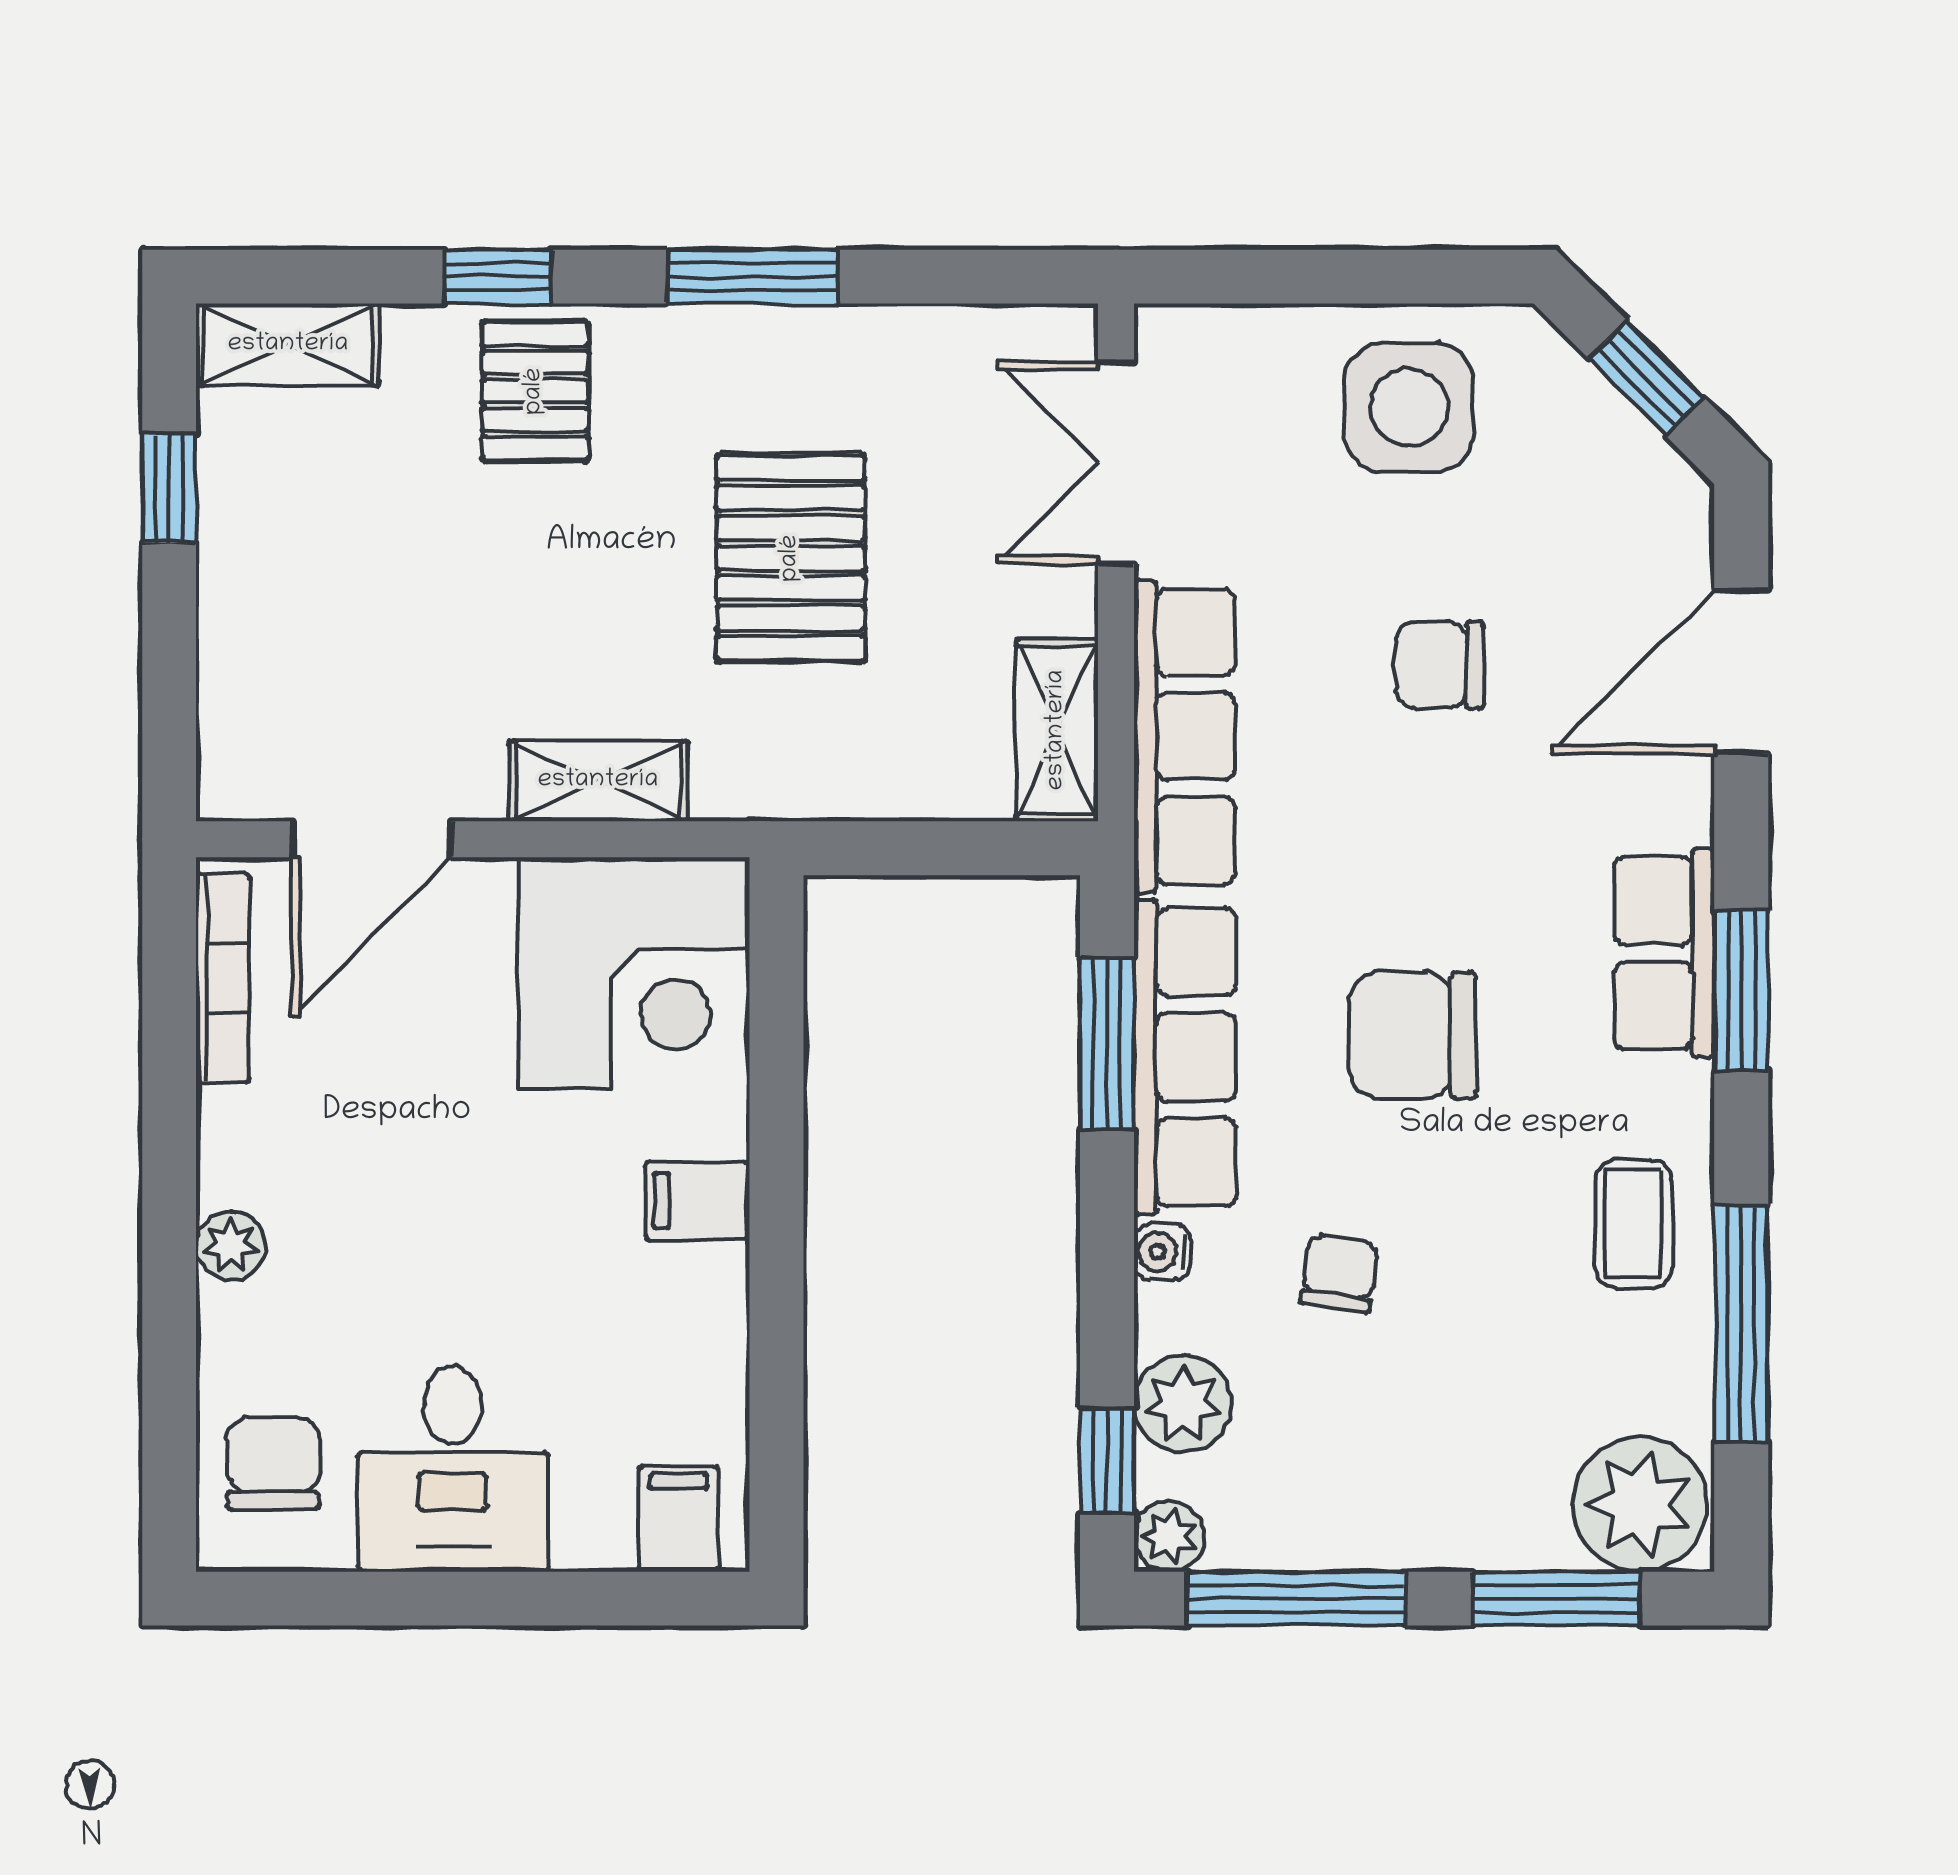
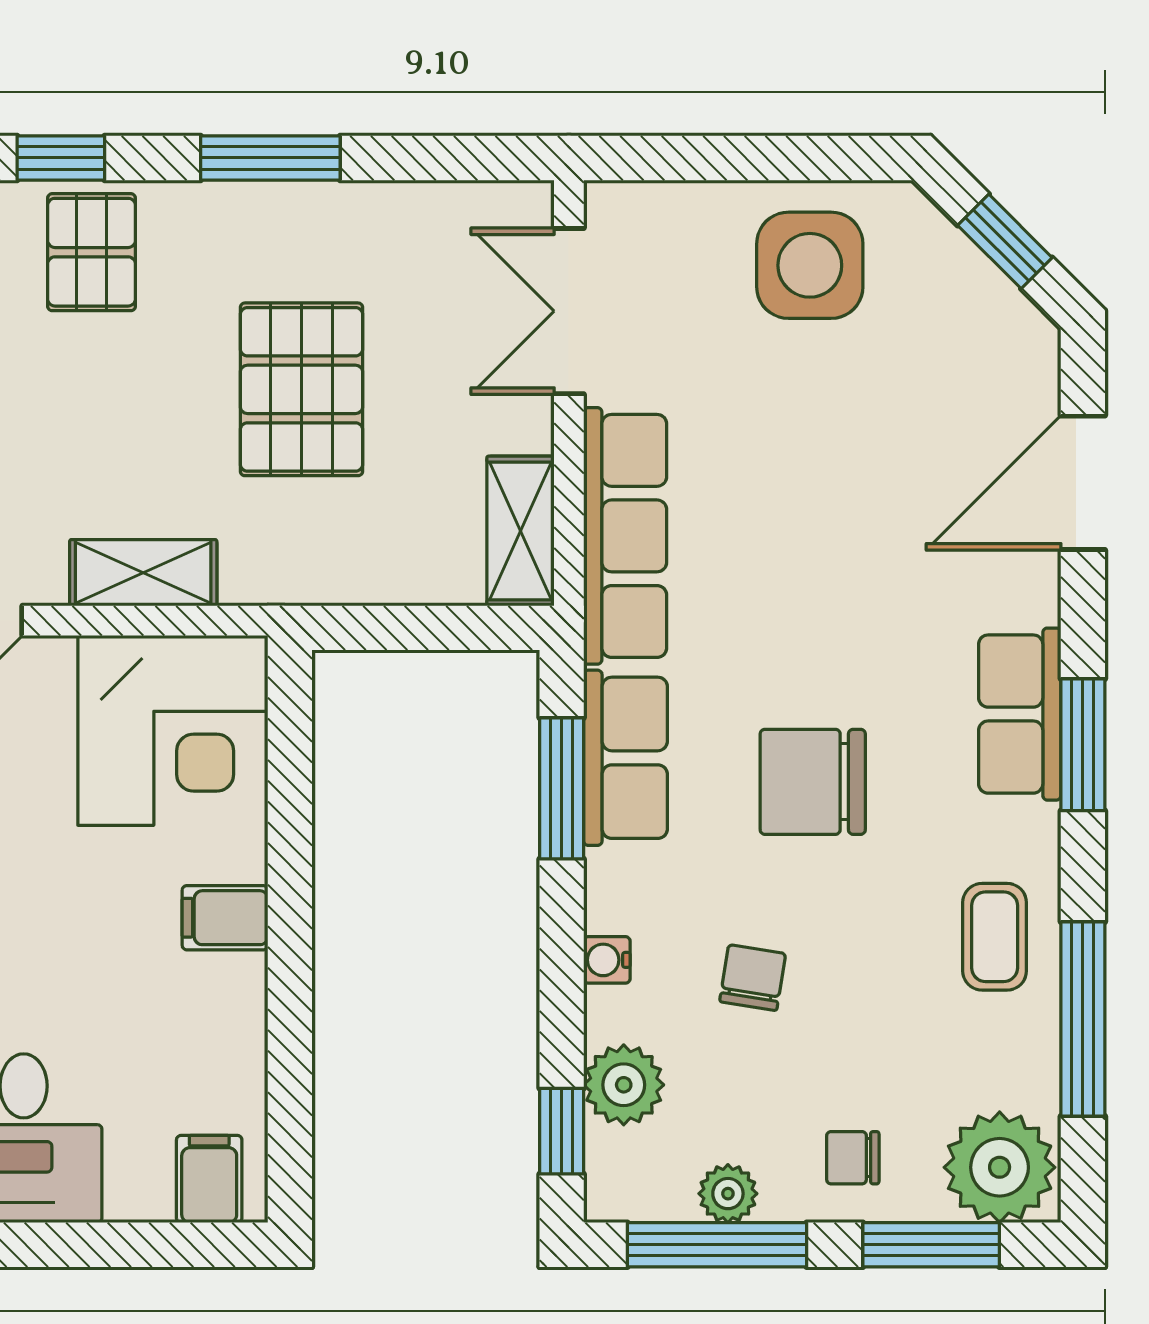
chair: (1440, 665) -> (853, 1158), moved, width x0.73, depth x0.73
row of seats: (1185, 1057) -> (626, 758), width x0.68
plant: (1169, 1536) -> (728, 1194), moved

